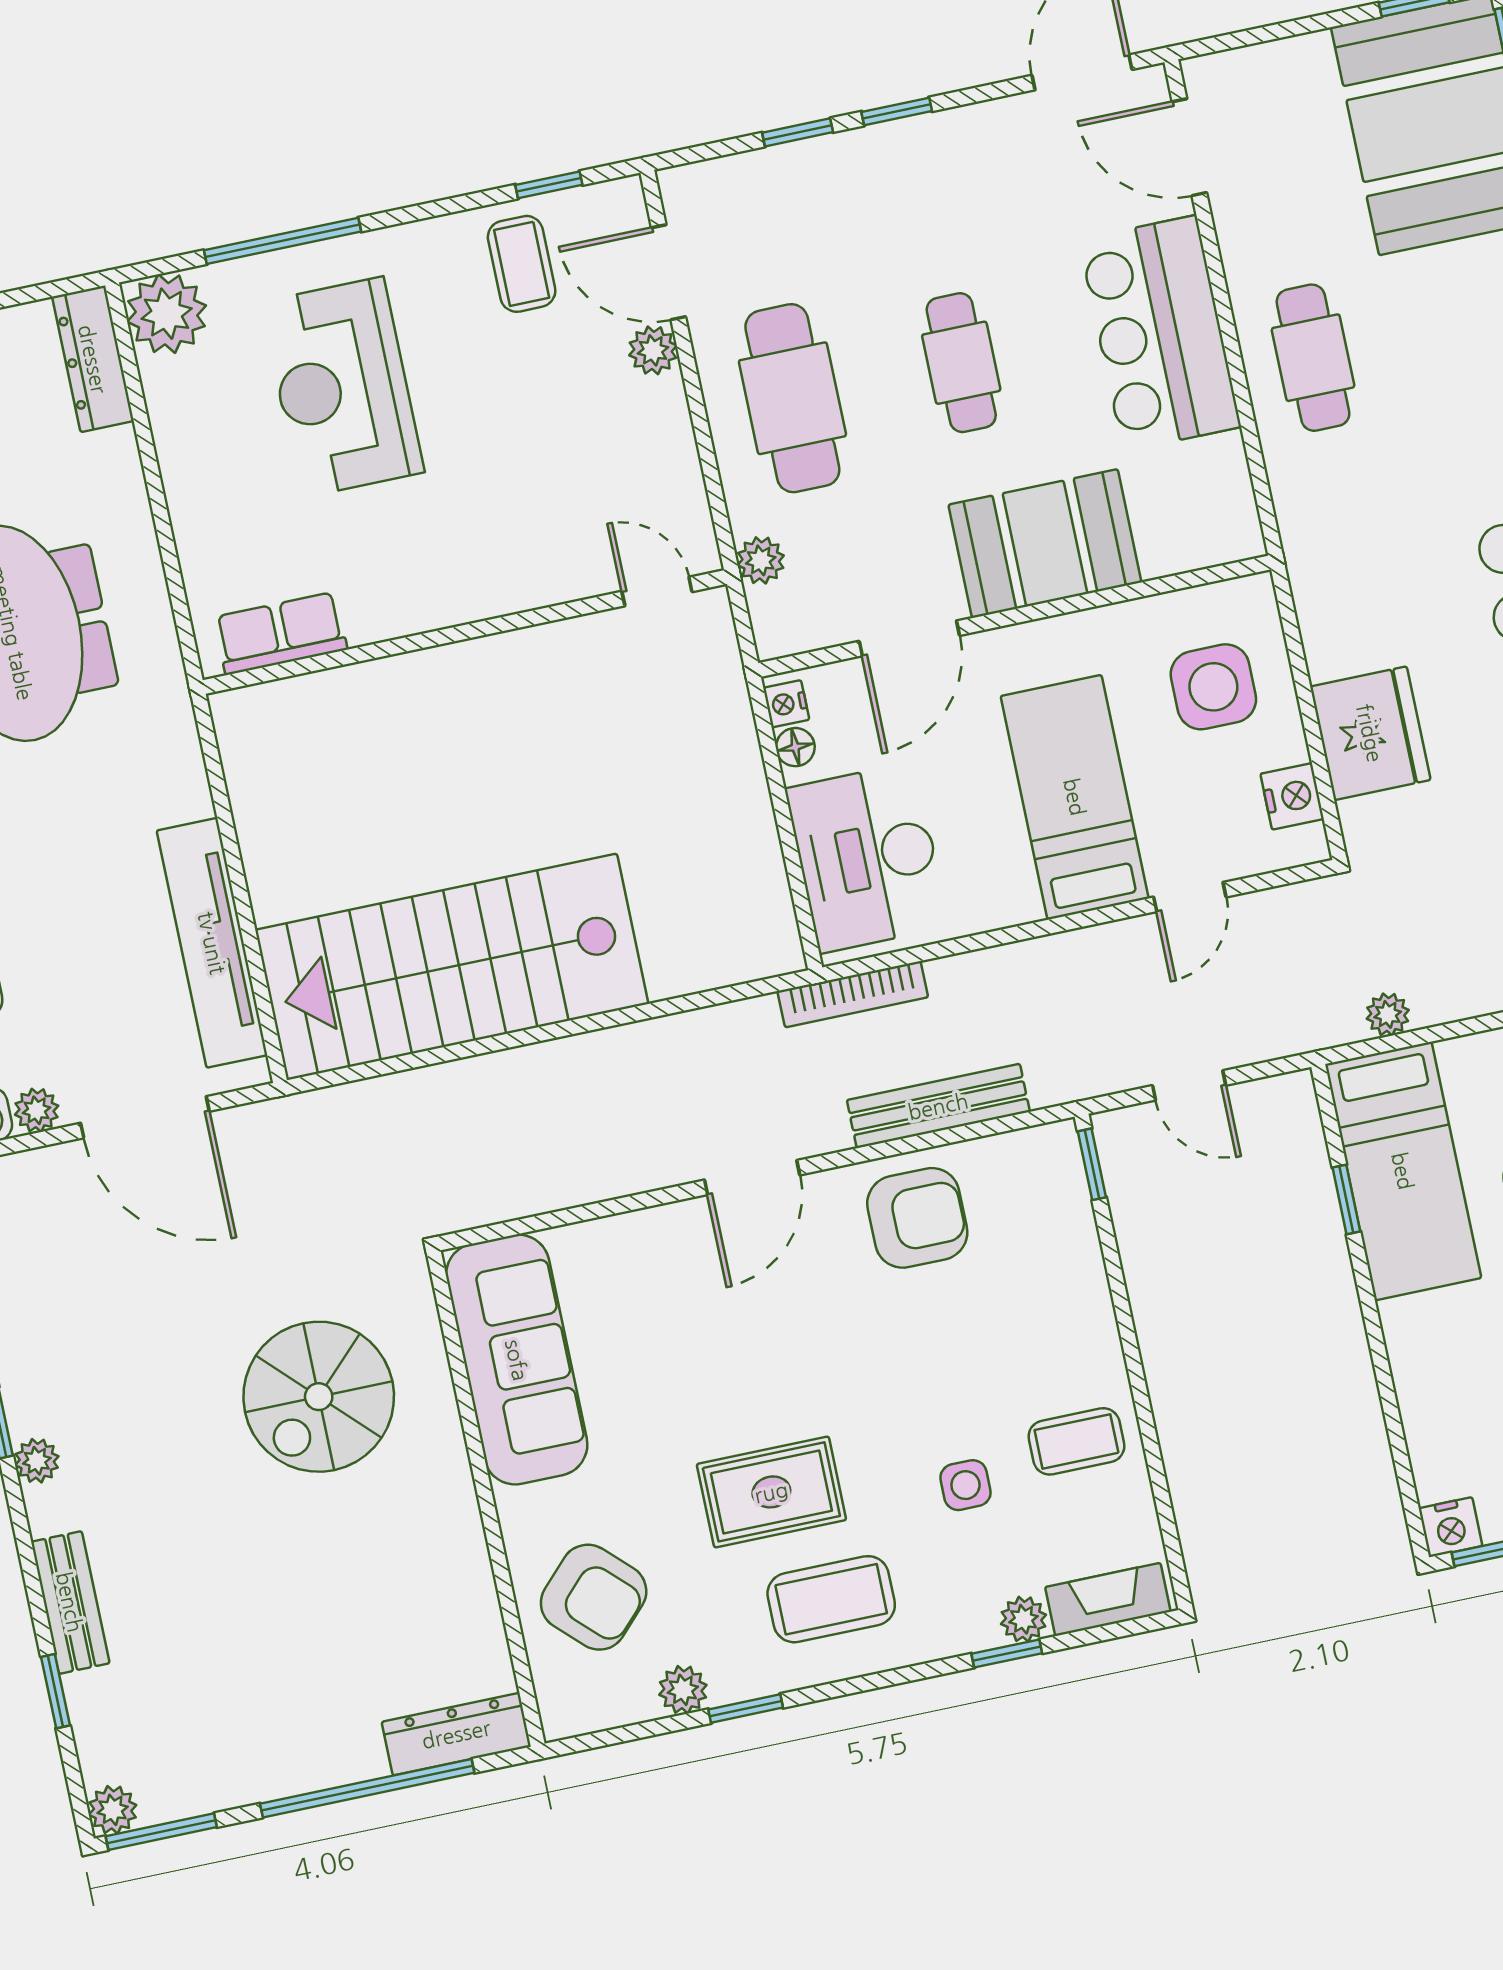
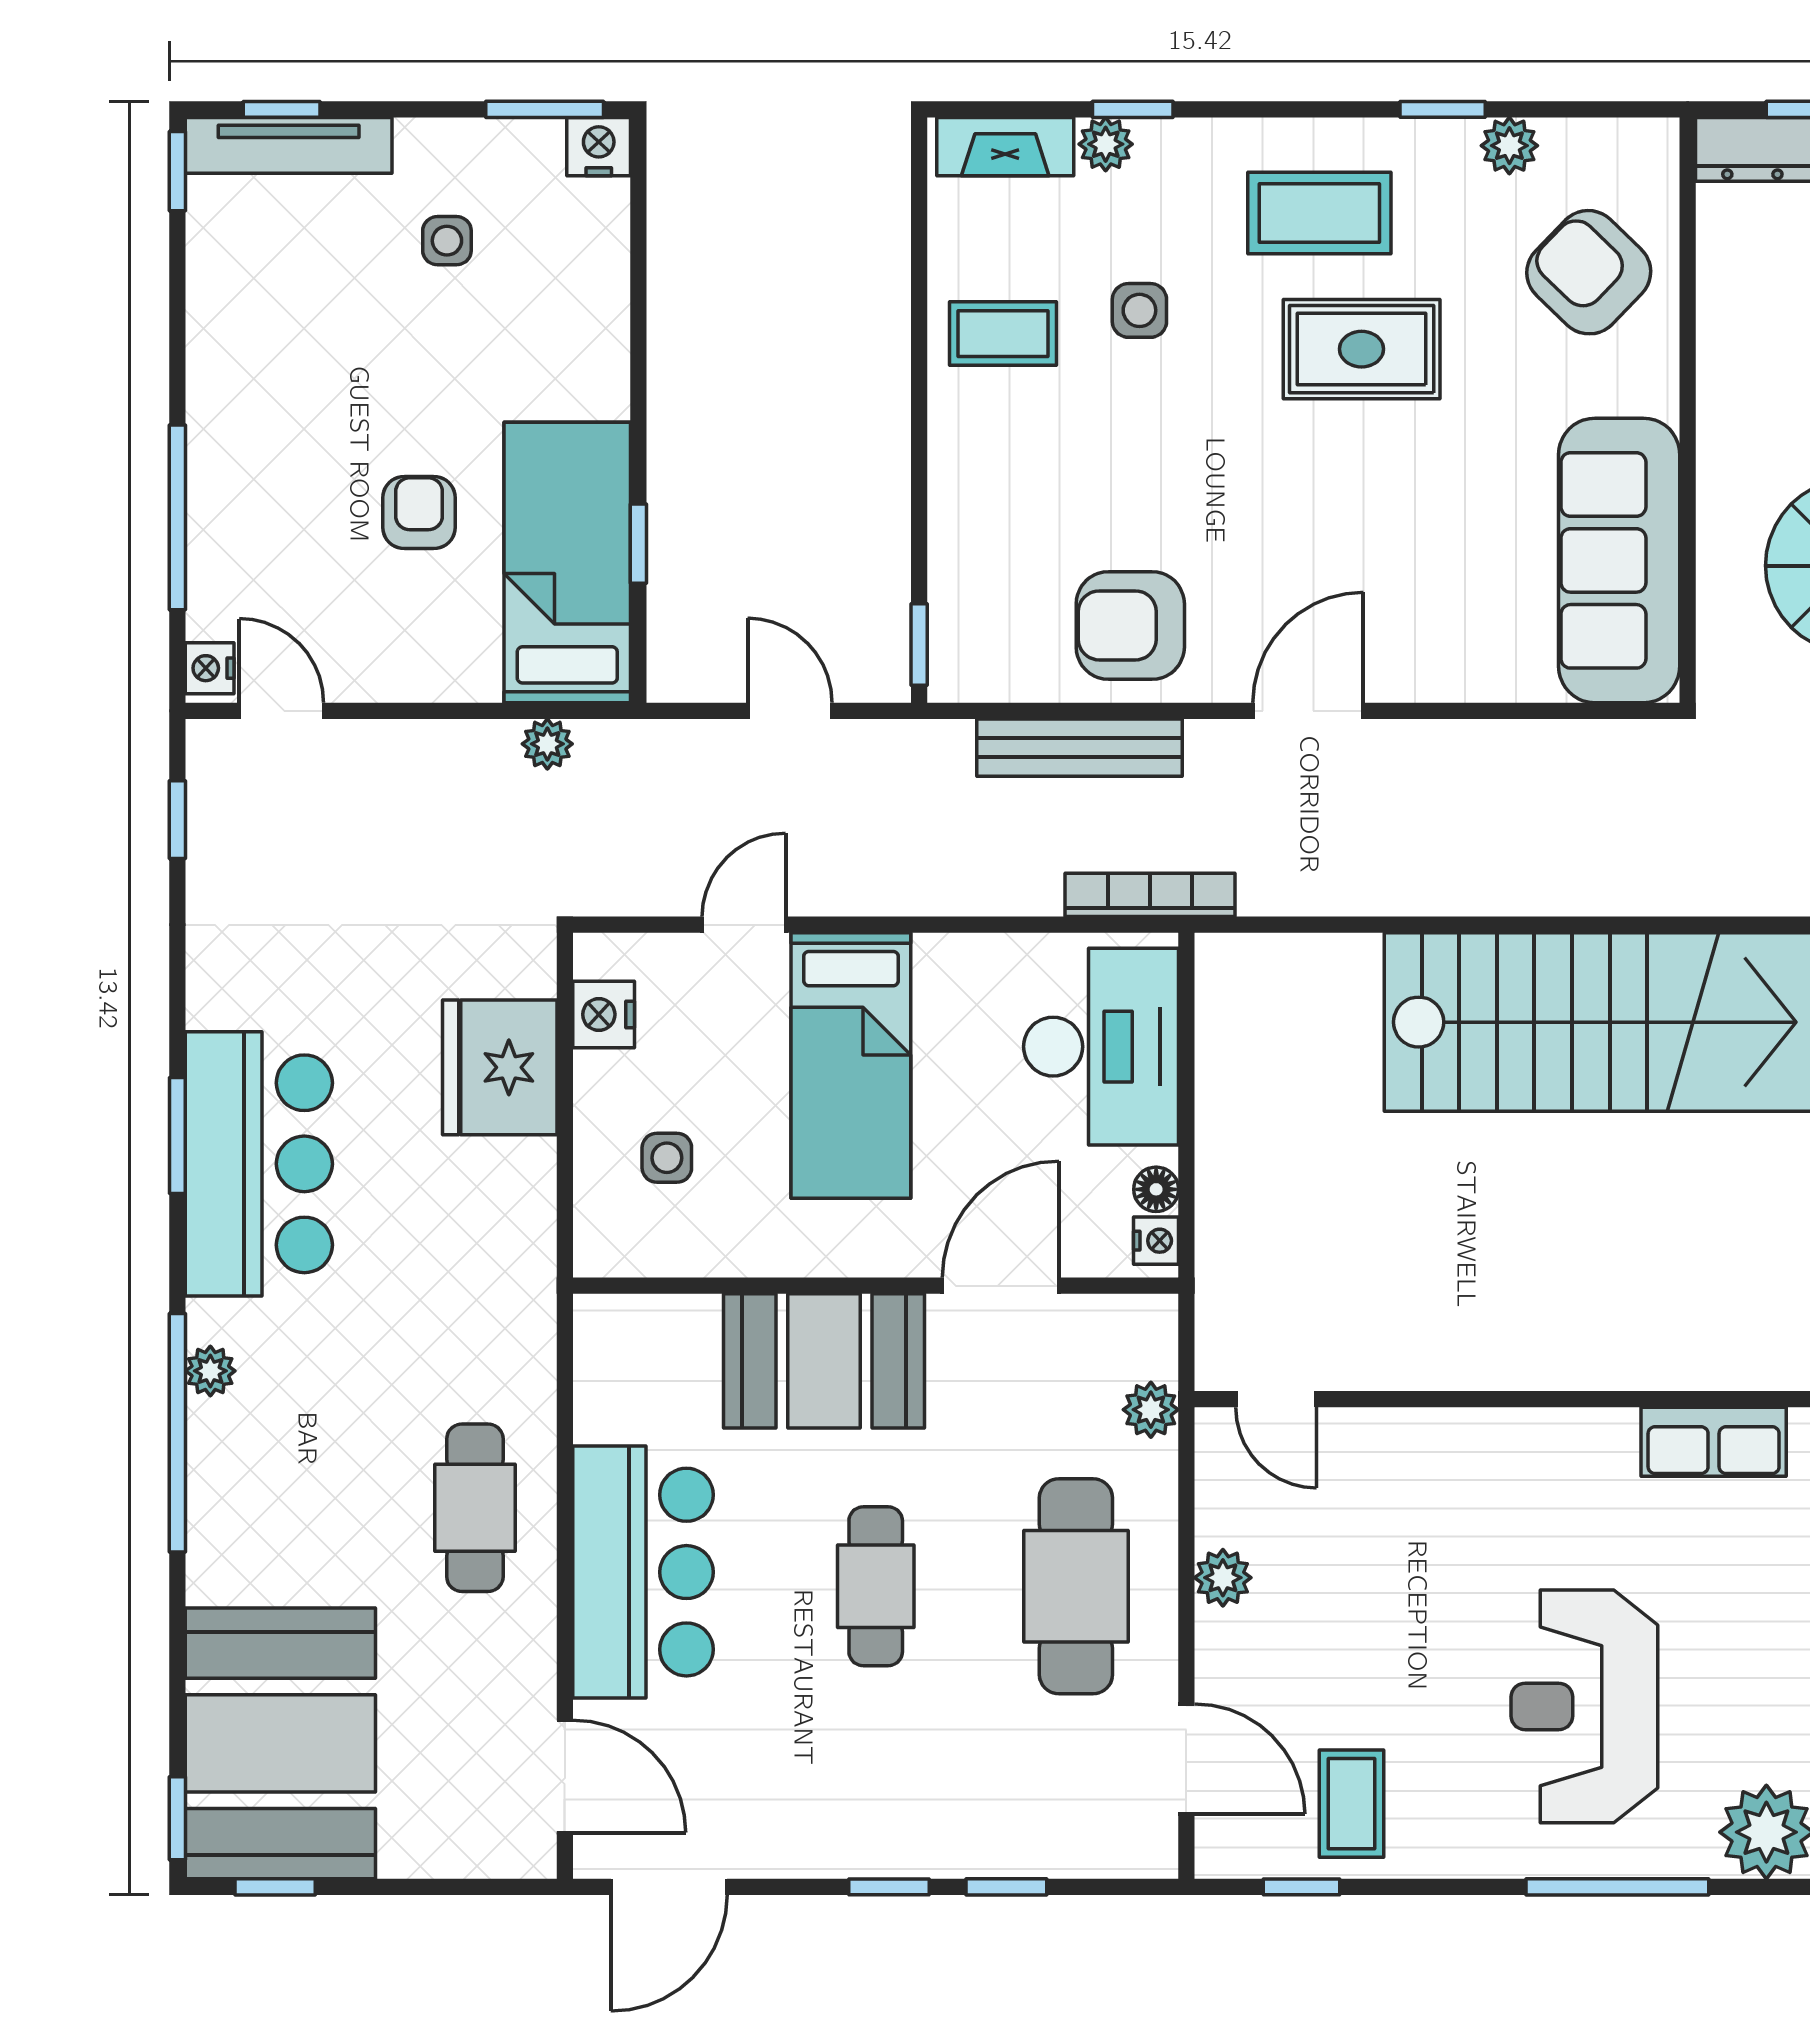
plant: (653, 350) -> (1223, 1578), moved
reception desk: (342, 387) -> (1584, 1706), turned 180
side table: (1213, 687) -> (667, 1158), width x0.54, depth x0.54

